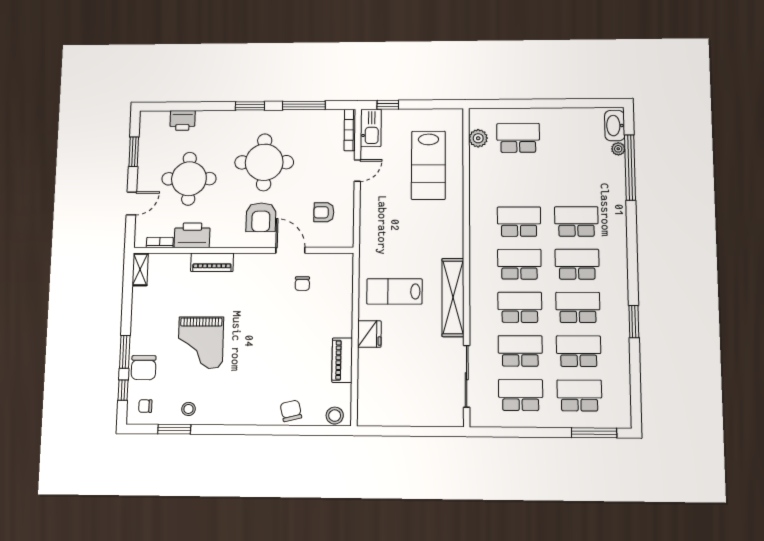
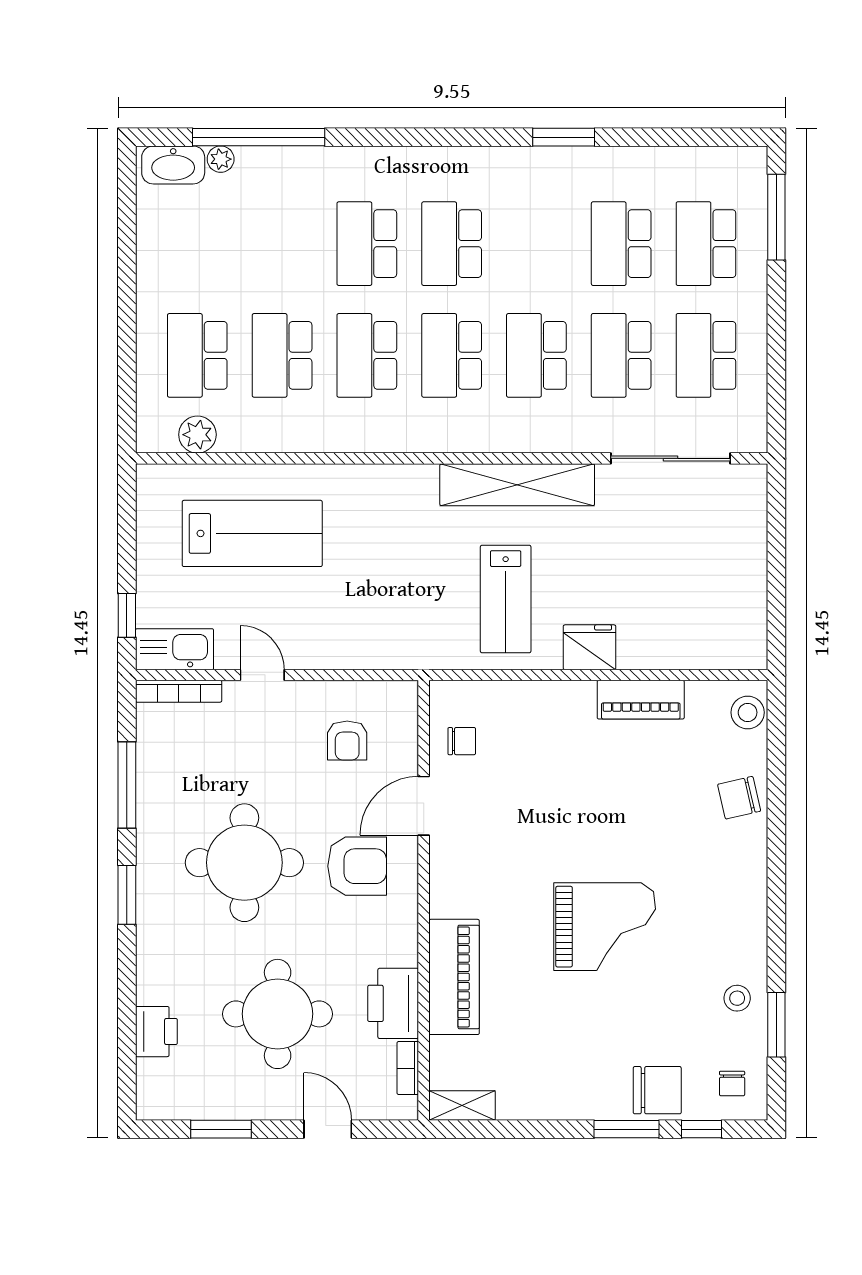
piano: (212, 262) -> (454, 977), width x1.37, depth x1.33
chair: (302, 284) -> (462, 741), moved
school desk: (578, 307) -> (282, 355), moved
grand piano: (201, 343) -> (605, 927), moved

